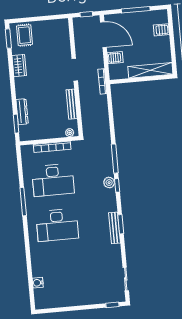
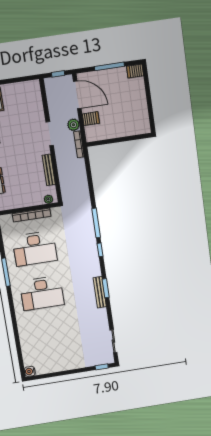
server rack: (161, 30) -> (135, 71), moved
shelving: (150, 70) -> (128, 130), removed
plant: (109, 183) -> (73, 125), moved
water cooler: (38, 283) -> (30, 371), moved

